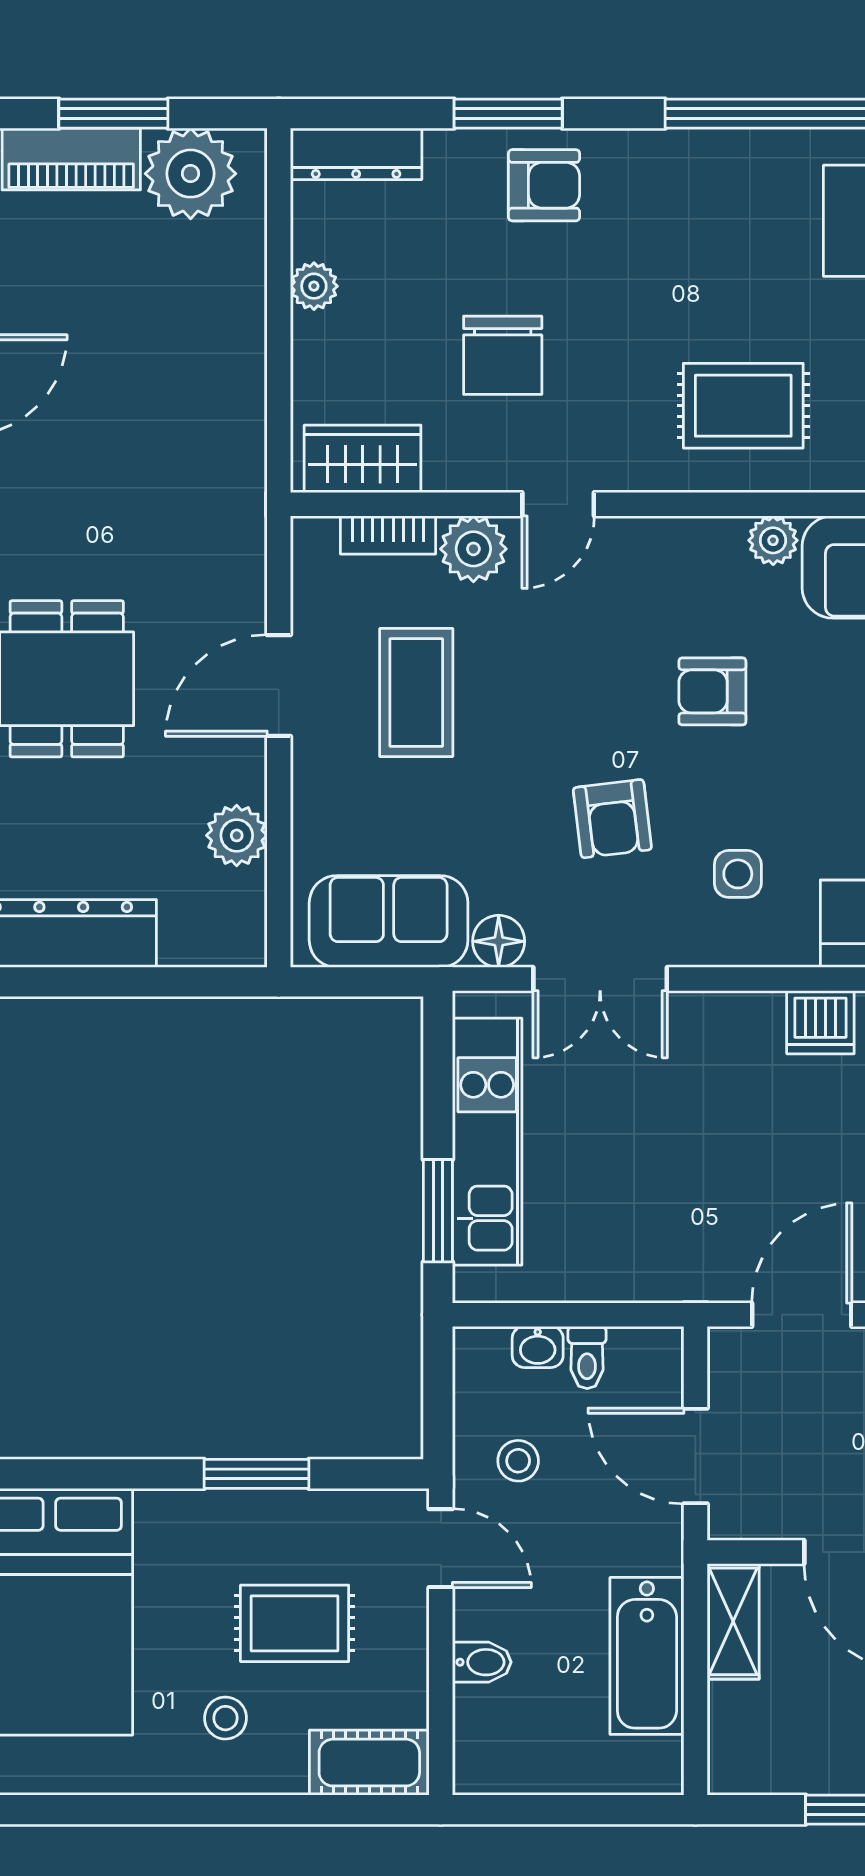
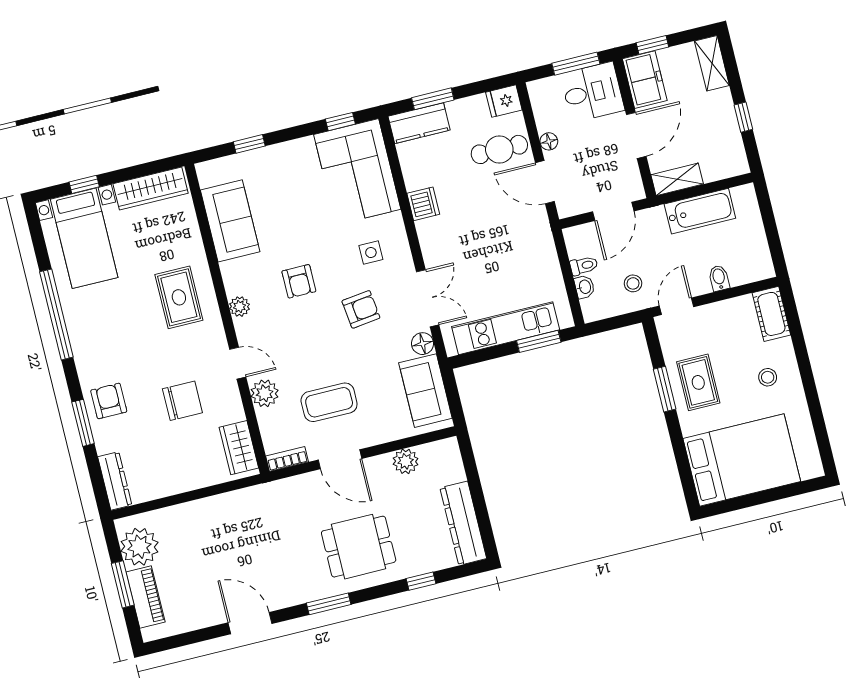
plant: (314, 286) -> (173, 485), removed
bookcase: (388, 535) -> (287, 459), moved, turned -90
plant: (773, 540) -> (240, 307), moved
rug: (295, 1623) -> (698, 382), moved

